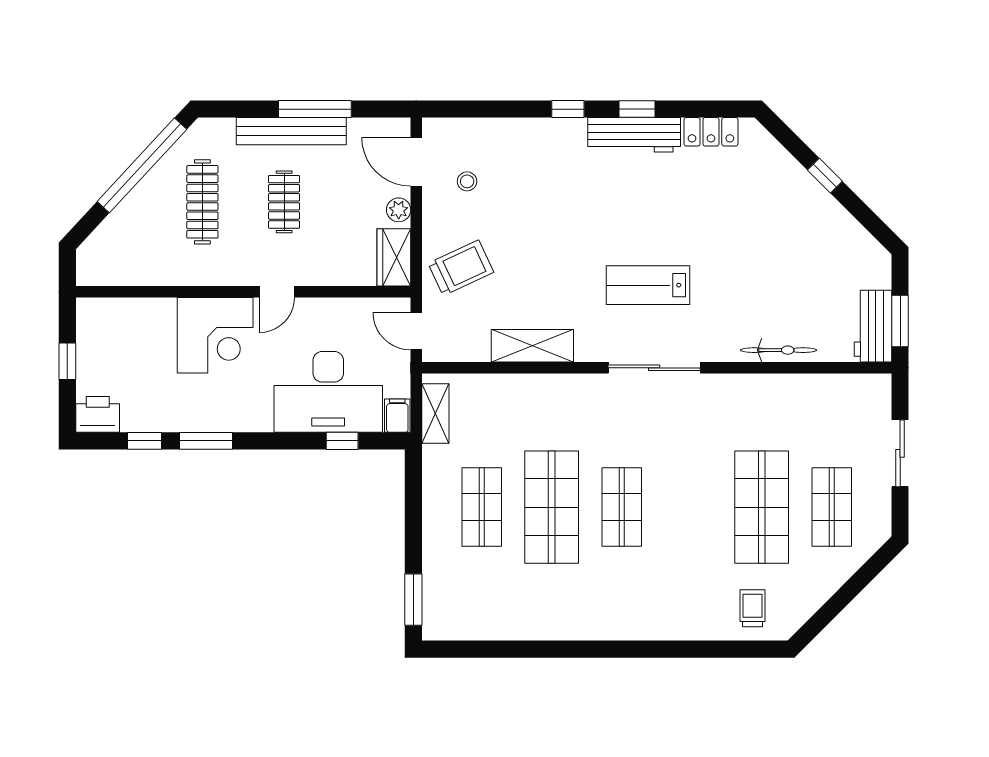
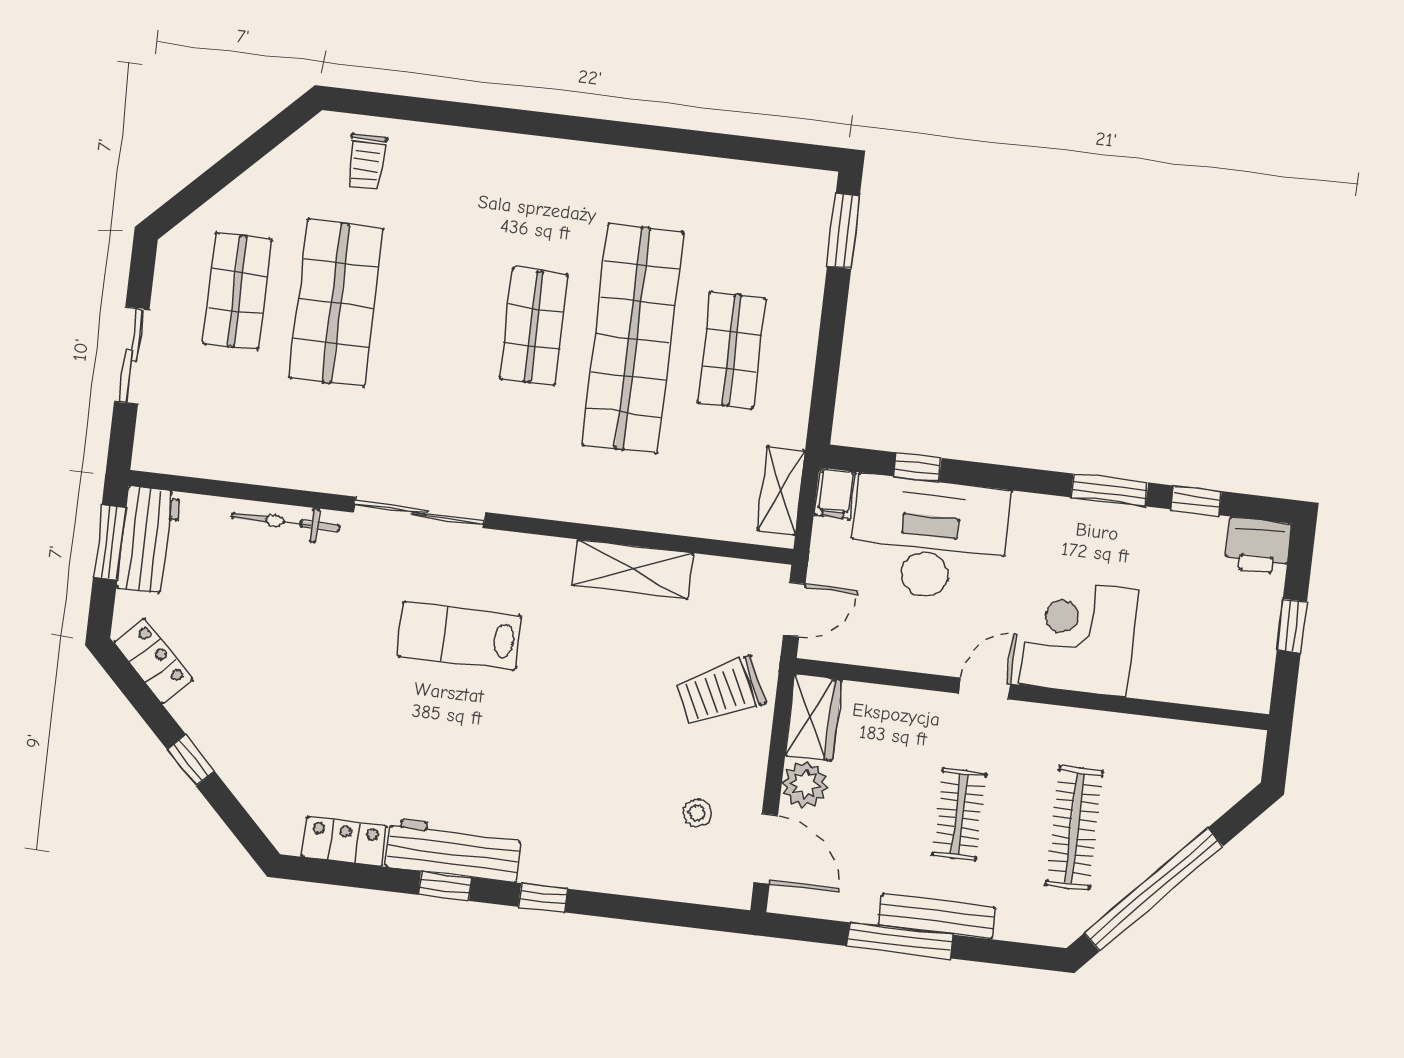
bench: (291, 131) -> (937, 916), width x0.73, depth x0.82
plant: (399, 210) -> (805, 785), width x1.38, depth x1.38
locker: (860, 242) -> (153, 661), added
lab bench: (648, 285) -> (459, 636), turned 180
door: (416, 331) -> (794, 610), hinge flipped
sliding door: (654, 368) -> (419, 512), moved
shop shelf: (552, 507) -> (633, 338), width x1.40

